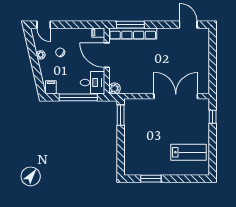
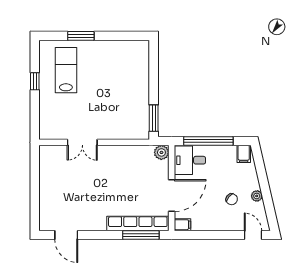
door: (107, 55) -> (172, 196), hinge flipped
double door: (176, 96) -> (82, 142), width x0.54
window: (213, 117) -> (35, 81), moved
lab bench: (188, 152) -> (66, 70), turned 90
window: (151, 179) -> (81, 36), moved

